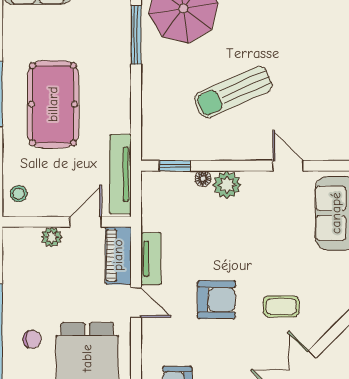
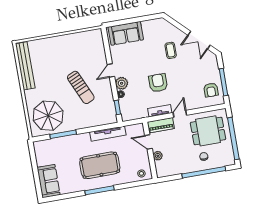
door: (288, 166) -> (111, 70), moved
tv unit: (120, 174) -> (108, 134), moved
armchair: (216, 300) -> (158, 83), moved

